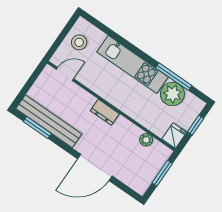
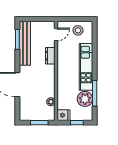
door: (65, 74) -> (56, 35), hinge flipped
dresser: (105, 112) -> (50, 56), moved

